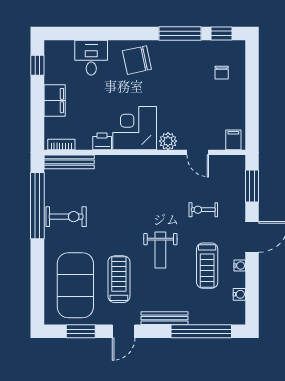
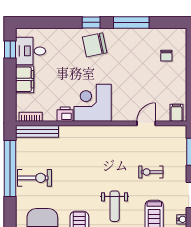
window: (222, 33) -> (91, 22), moved
desk: (91, 58) -> (31, 51), moved, turned -90
plant: (168, 141) -> (121, 114), removed
door: (198, 152) -> (146, 123), swing flipped

